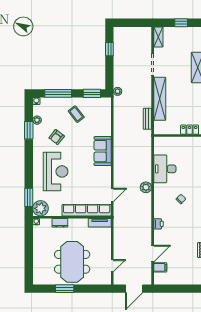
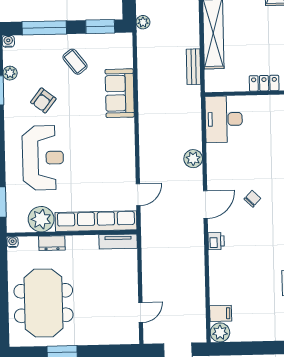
sofa: (103, 151) -> (120, 93), moved
desk: (165, 169) -> (224, 119), moved
plant: (146, 187) -> (193, 159), moved
plant: (41, 208) -> (41, 219), moved
door: (153, 254) -> (205, 205), moved
meeting table: (72, 262) -> (44, 303), moved
plant: (160, 279) -> (220, 332), added

